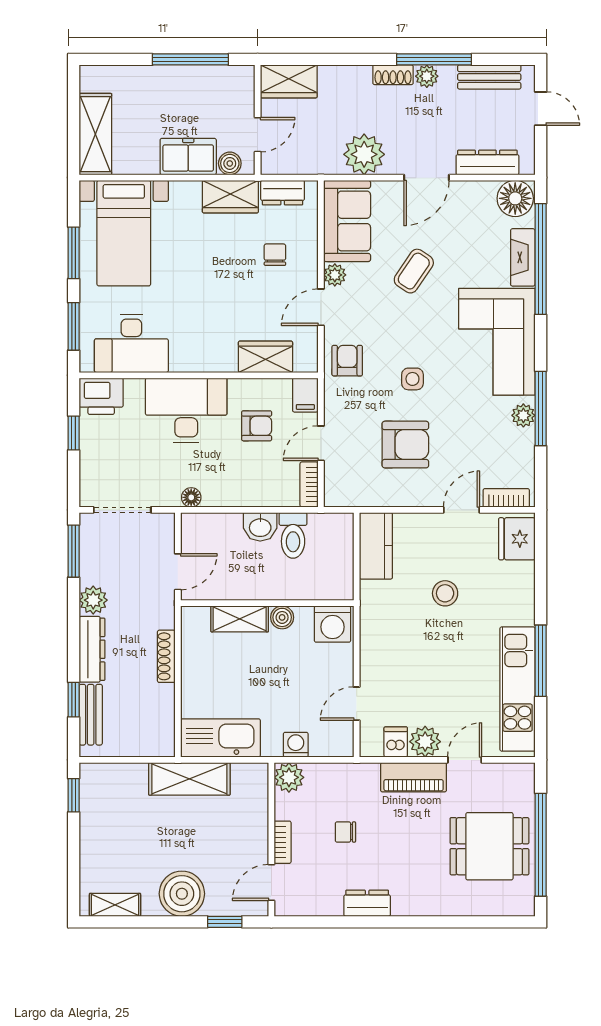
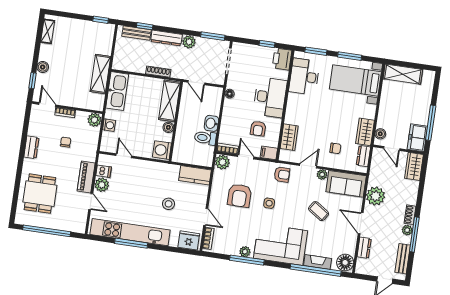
freezer: (188, 157) -> (417, 138), moved, turned 180
dresser: (487, 162) -> (364, 248), width x0.70
door: (321, 307) -> (308, 166), hinge flipped
plant: (339, 491) -> (222, 162), added
shelving: (240, 619) -> (169, 101), width x1.50, depth x1.33
kitchen unit: (517, 689) -> (130, 232), width x1.36
dining table: (489, 846) -> (40, 194), moved
boiler: (182, 894) -> (43, 67), width x0.54, depth x0.54

